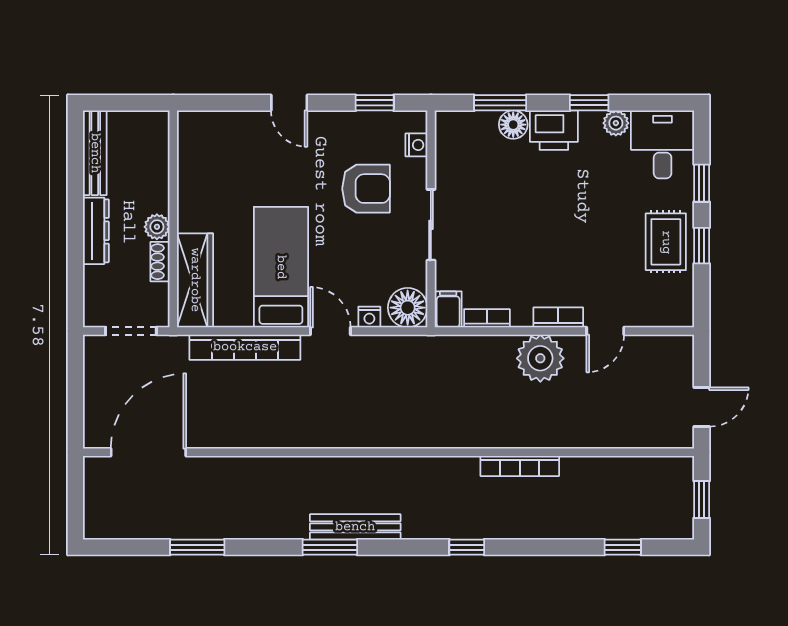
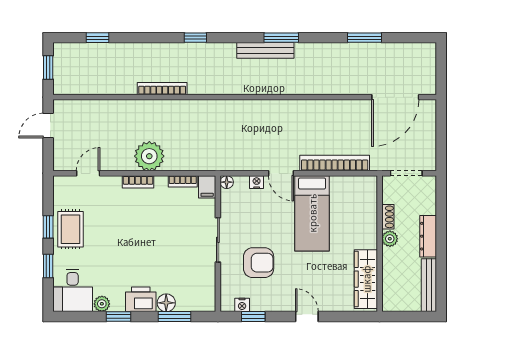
nightstand: (416, 145) -> (242, 305), moved, turned -90
armchair: (366, 189) -> (259, 263), turned 180
wardrobe: (195, 280) -> (366, 279), moved
floor lamp: (408, 308) -> (227, 182), width x0.53, depth x0.53
door: (605, 331) -> (88, 173), moved

